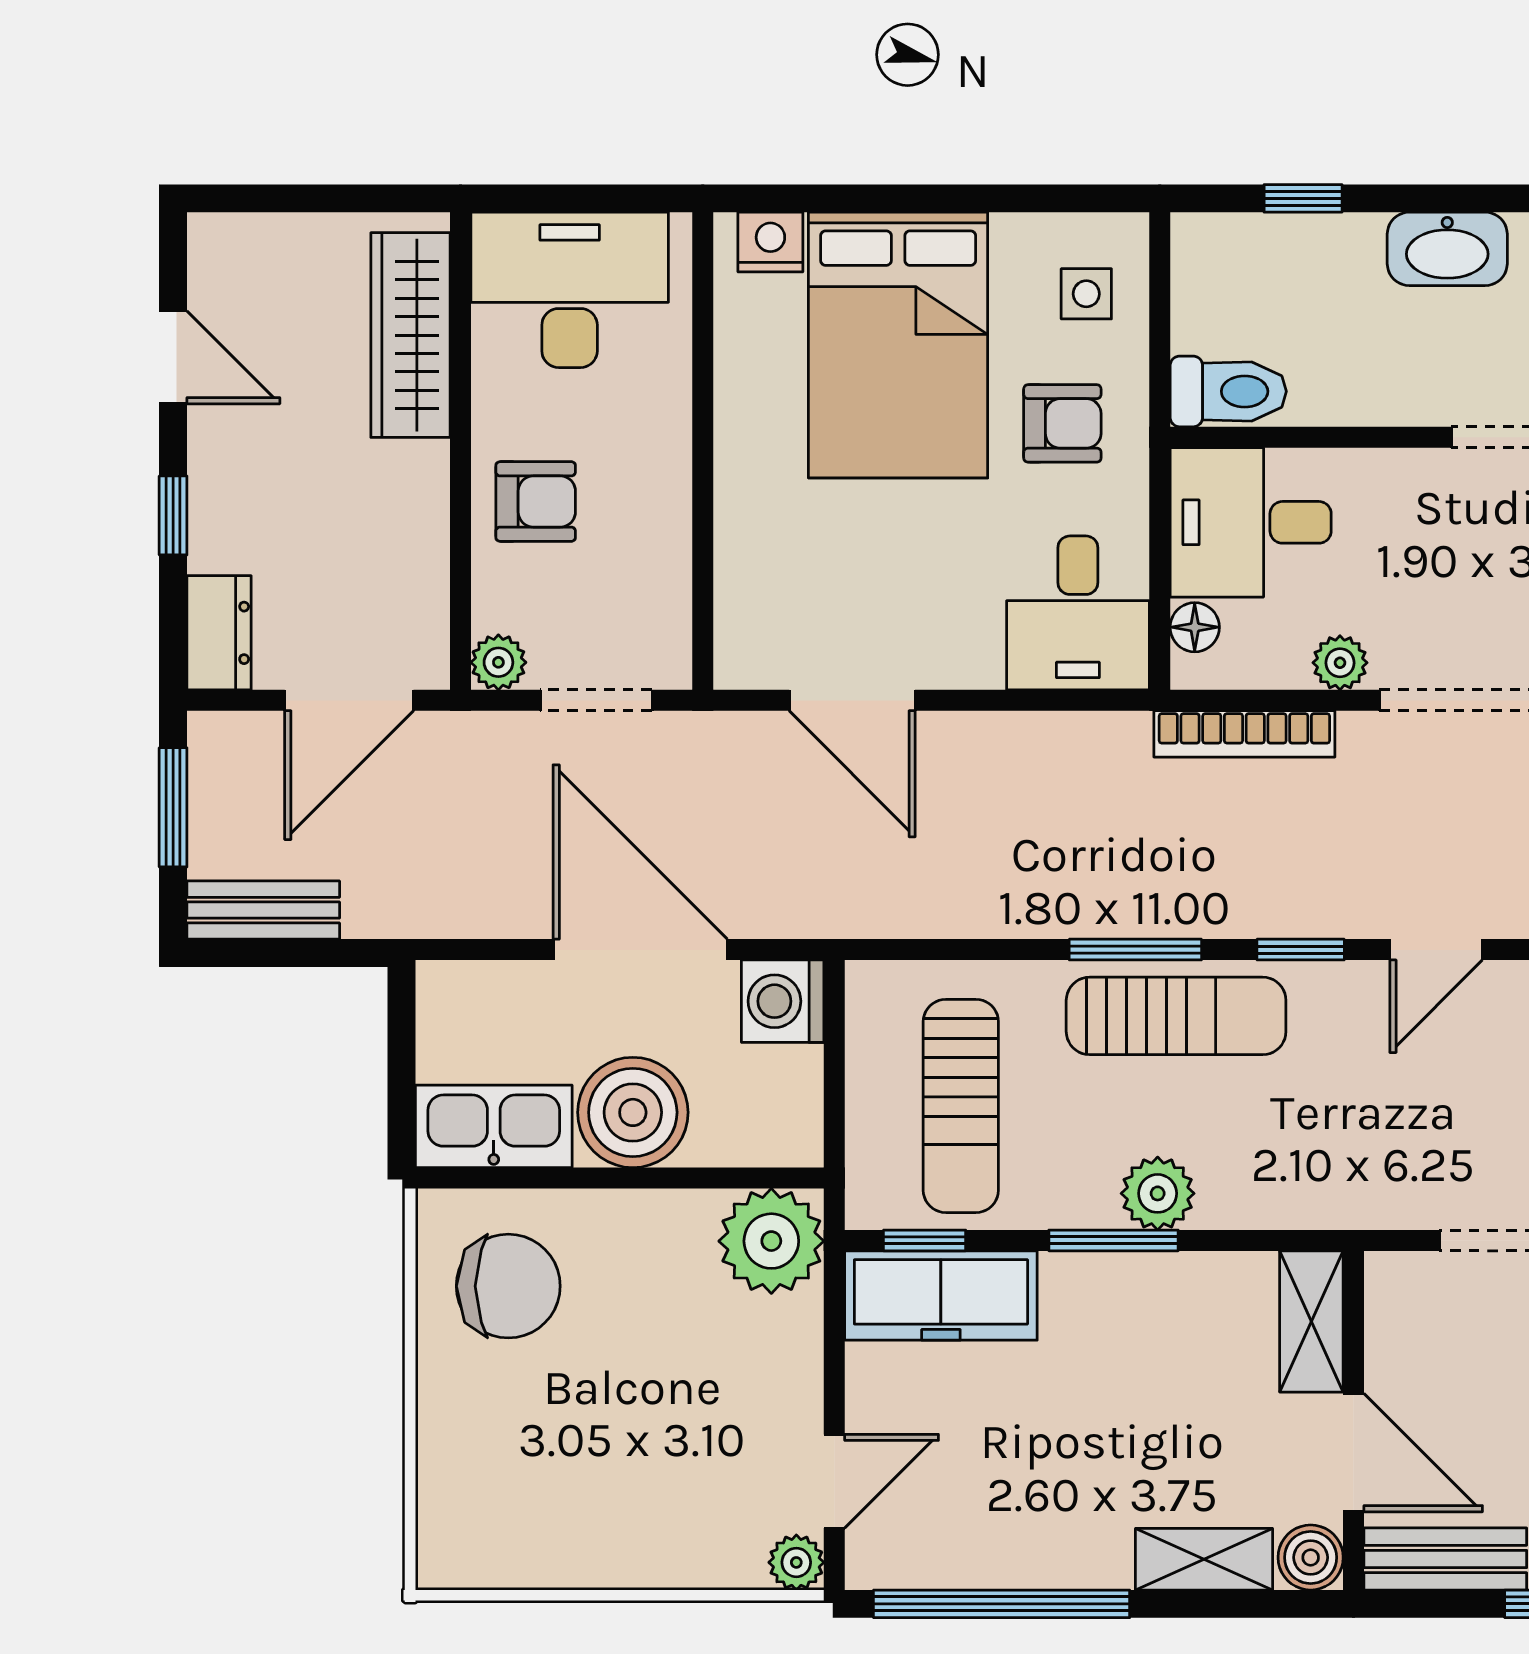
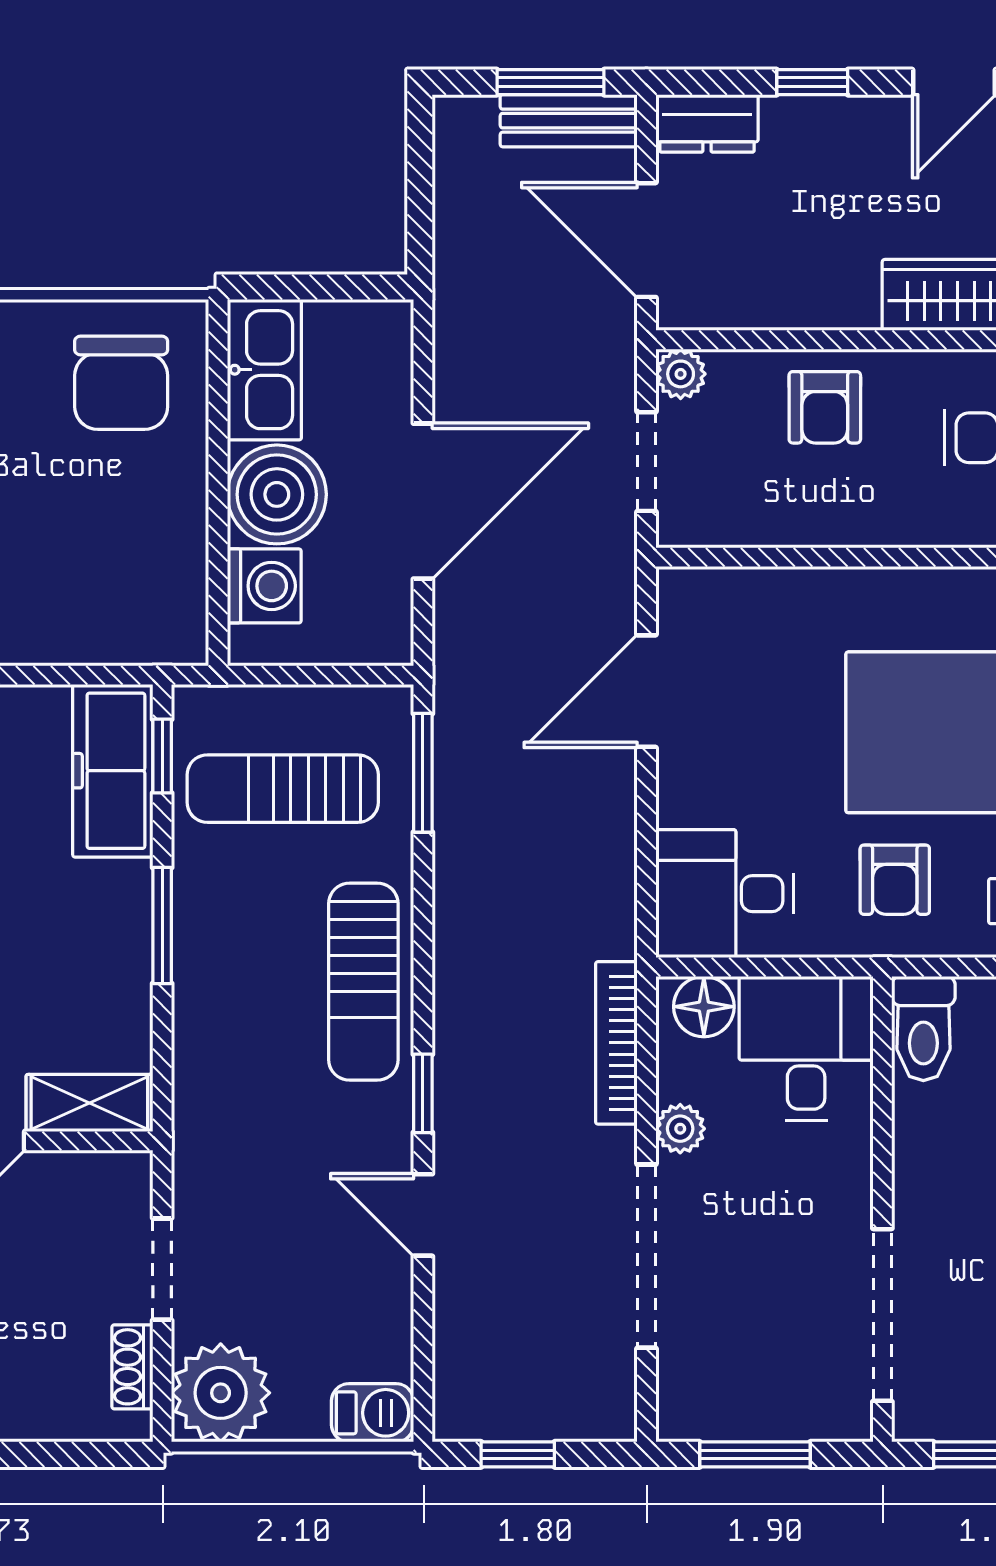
floor lamp: (1195, 627) -> (704, 1007), width x1.37, depth x1.37
bench: (263, 910) -> (569, 121), moved, turned 90
window: (1135, 950) -> (423, 773), moved
washing machine: (783, 1001) -> (264, 586), moved, turned 90
plant: (1158, 1193) -> (204, 965), removed
plant: (771, 1241) -> (162, 619), removed

